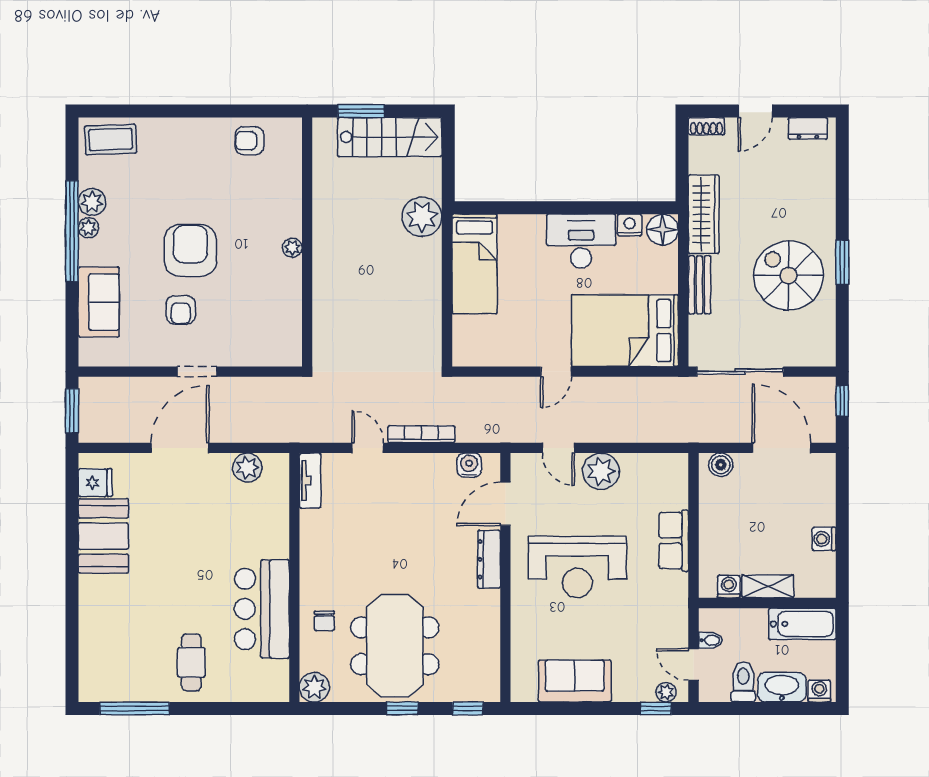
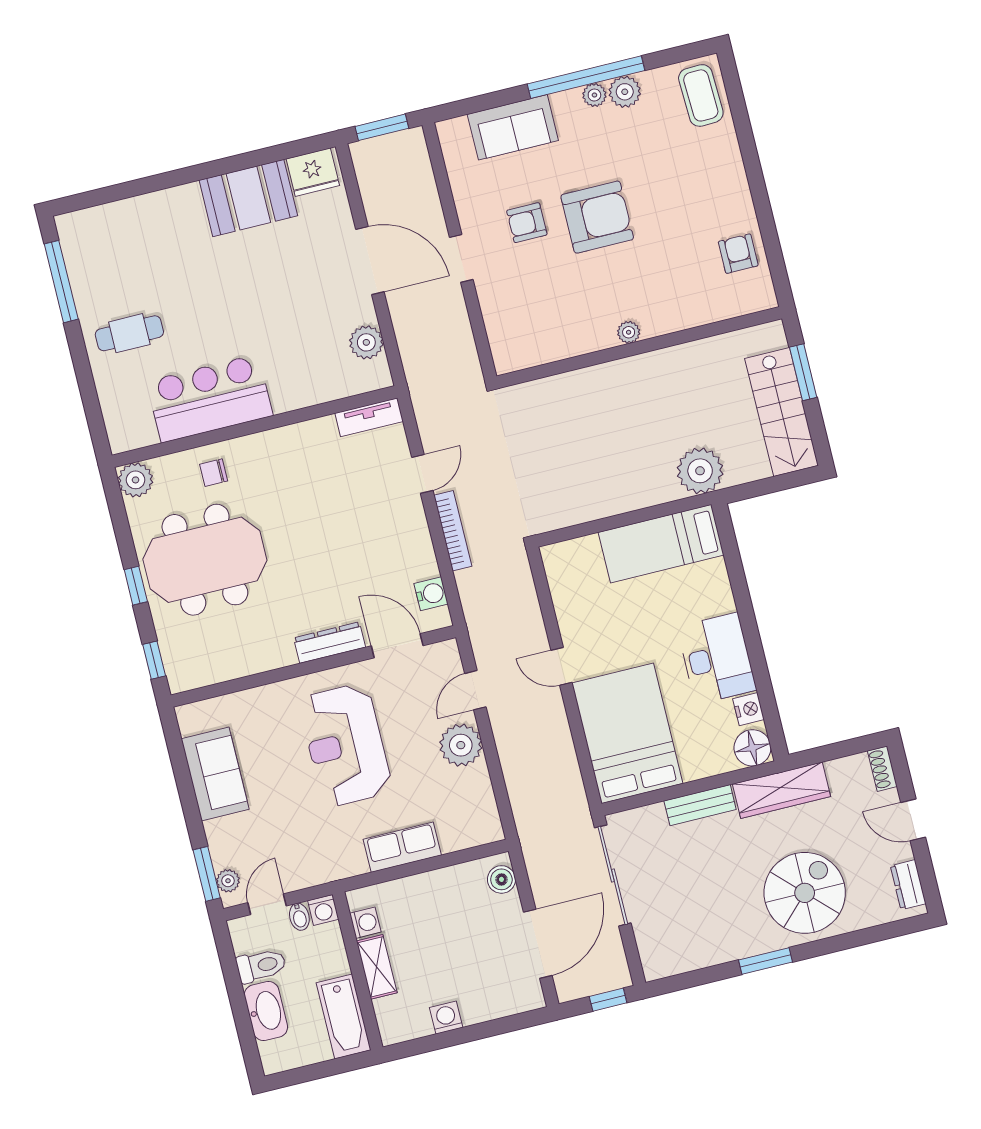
spiral stairs: (789, 276) -> (805, 893), moved
fridge: (95, 483) -> (313, 172), width x1.38
washing machine: (819, 691) -> (323, 910), moved, turned 90
window: (656, 708) -> (207, 874), width x1.50

